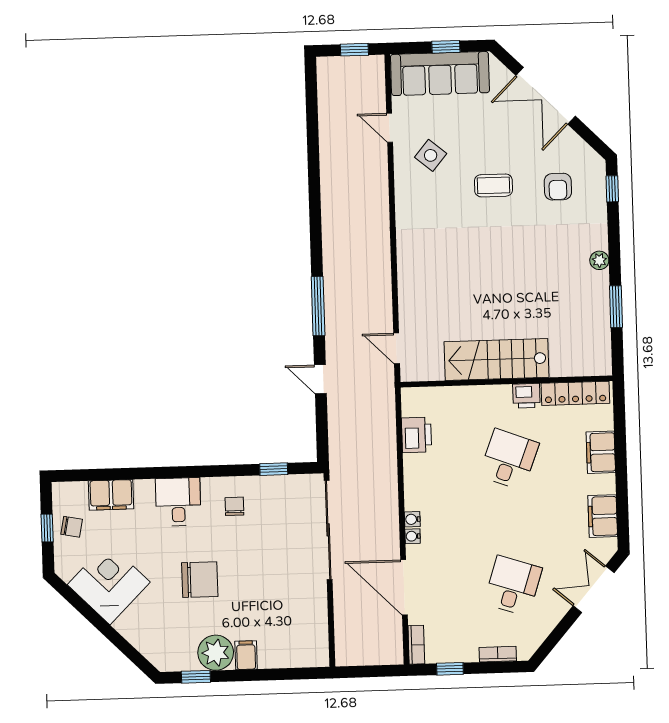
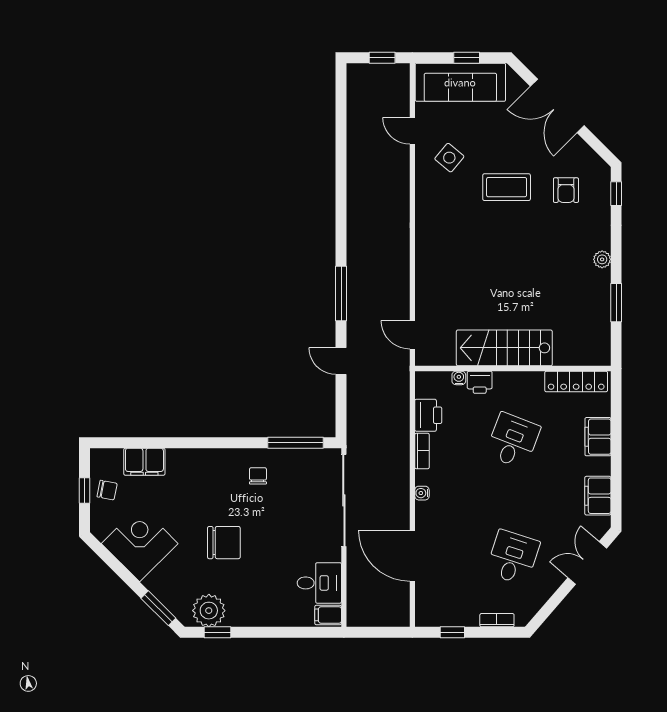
coffee table: (493, 185) -> (507, 187), width x1.36, depth x1.30
printer: (526, 396) -> (480, 382), moved
window: (274, 469) -> (295, 443), width x2.17
desk: (178, 502) -> (319, 583), moved, turned 90
water cooler: (413, 536) -> (459, 378), moved, turned 90
bookcase: (416, 645) -> (422, 451), moved
window: (131, 653) -> (158, 608), added
plant: (216, 653) -> (209, 611), moved
filing cabinet: (246, 655) -> (328, 615), moved, turned -90

